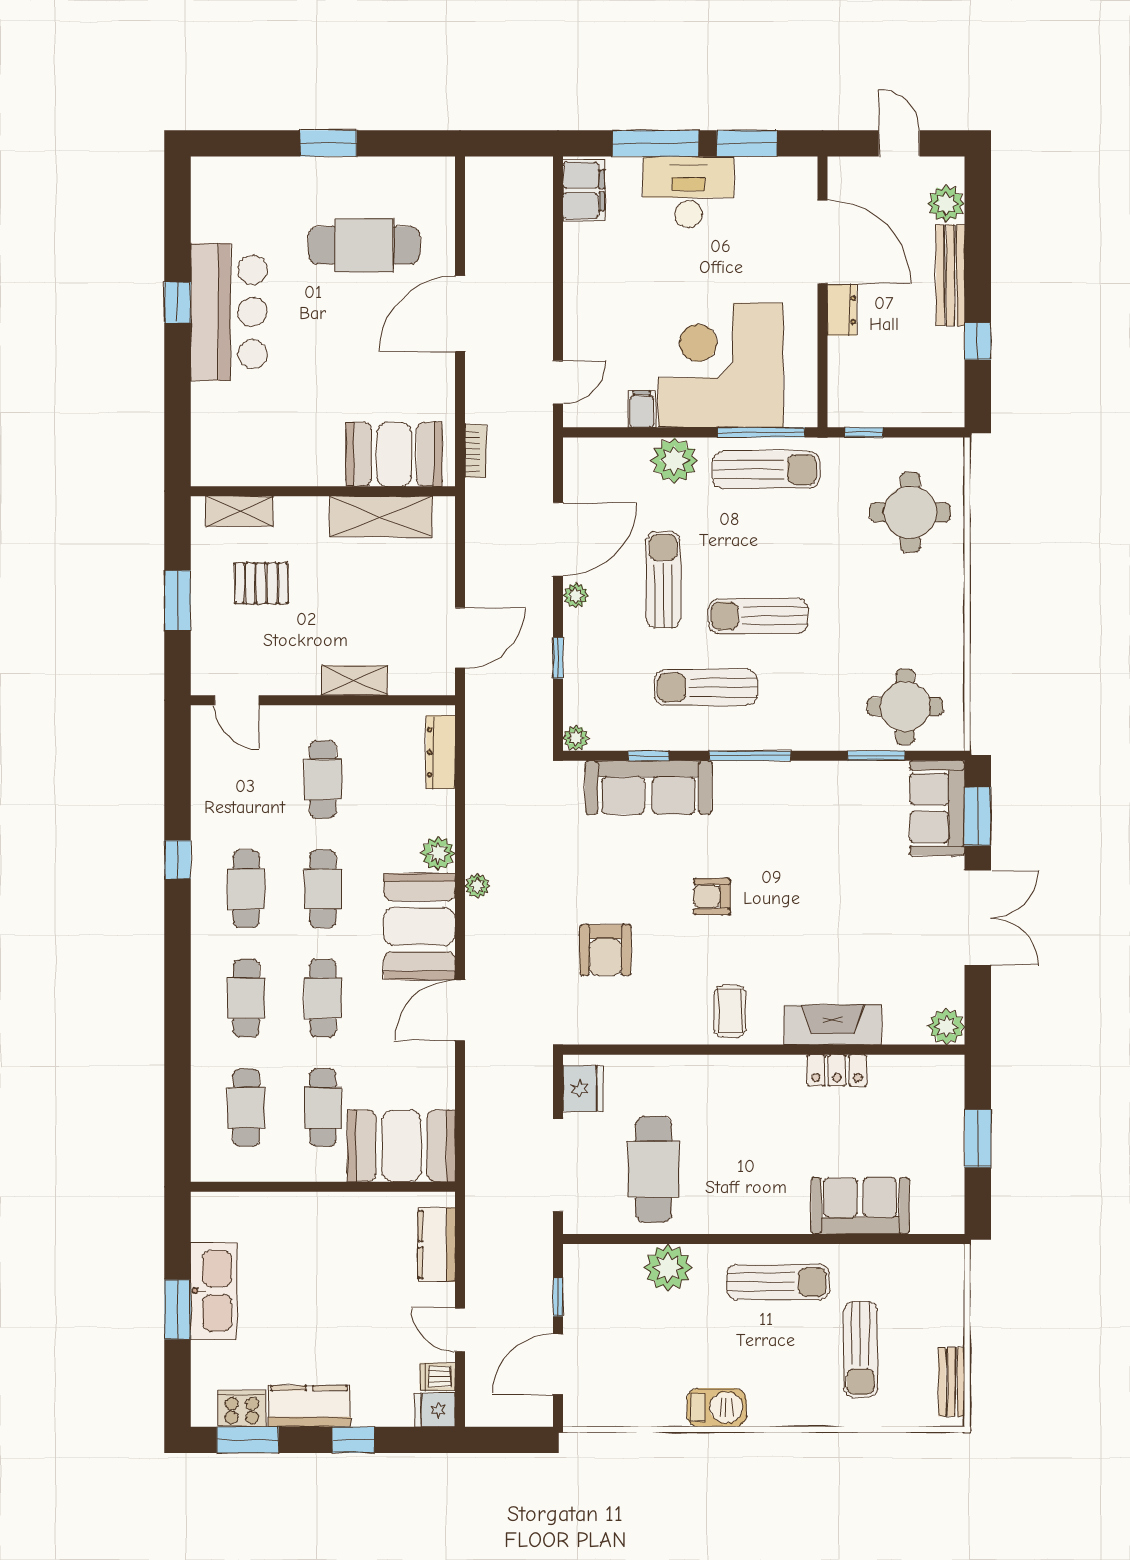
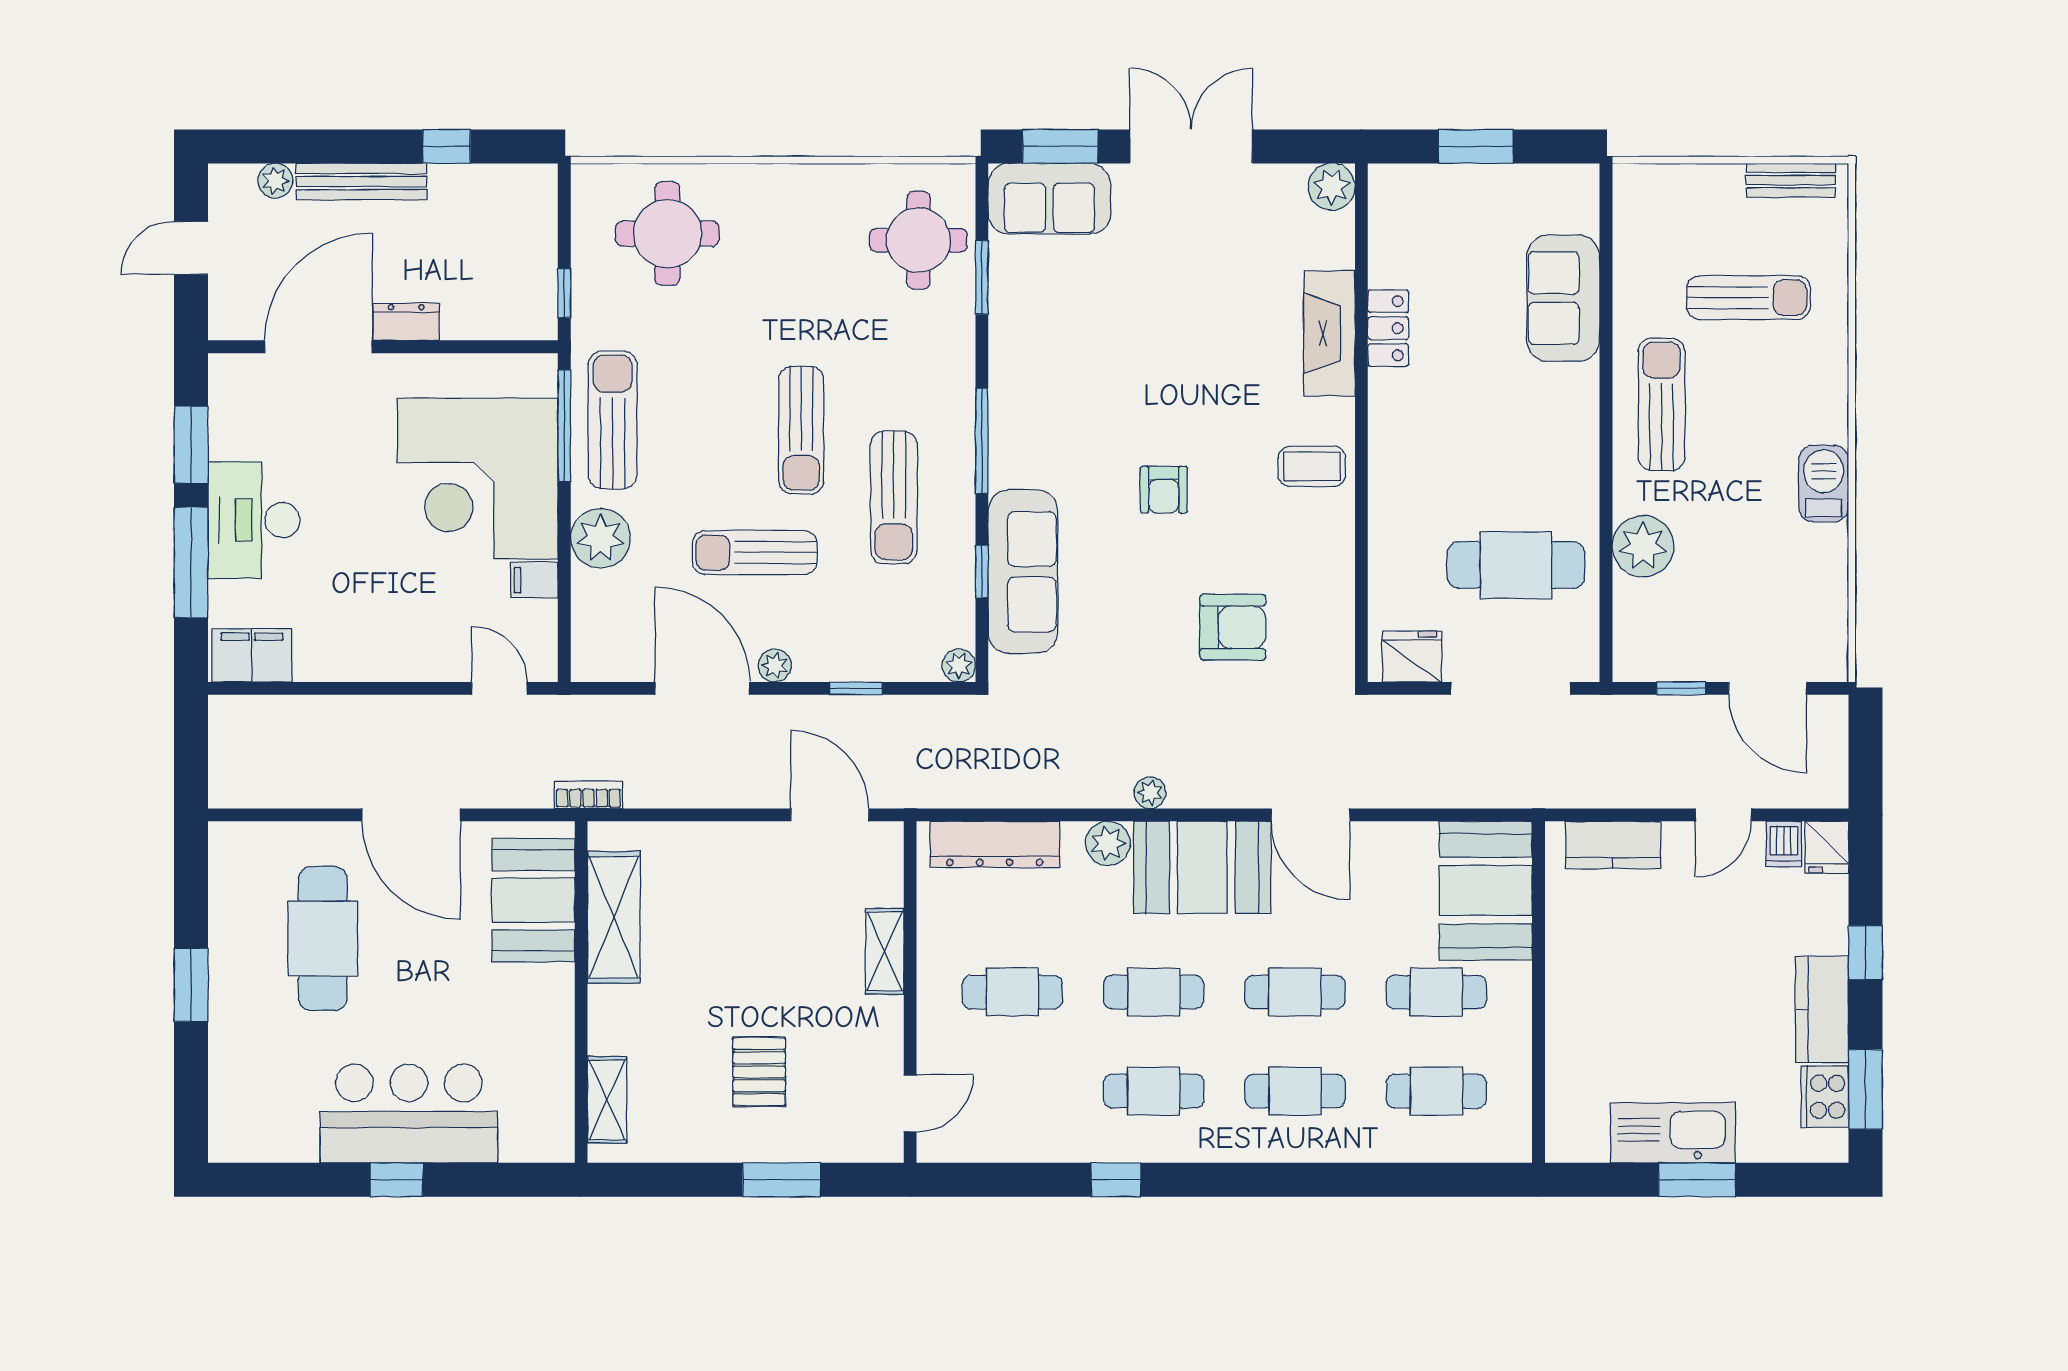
plant: (946, 204) -> (275, 181), width x0.73, depth x0.73
booth: (394, 454) -> (533, 900), moved
wall: (323, 491) -> (581, 992), moved
shelving: (239, 511) -> (607, 1100), moved
shelving: (381, 516) -> (614, 917), moved
dresser: (441, 752) -> (995, 844), width x1.37, depth x1.24

